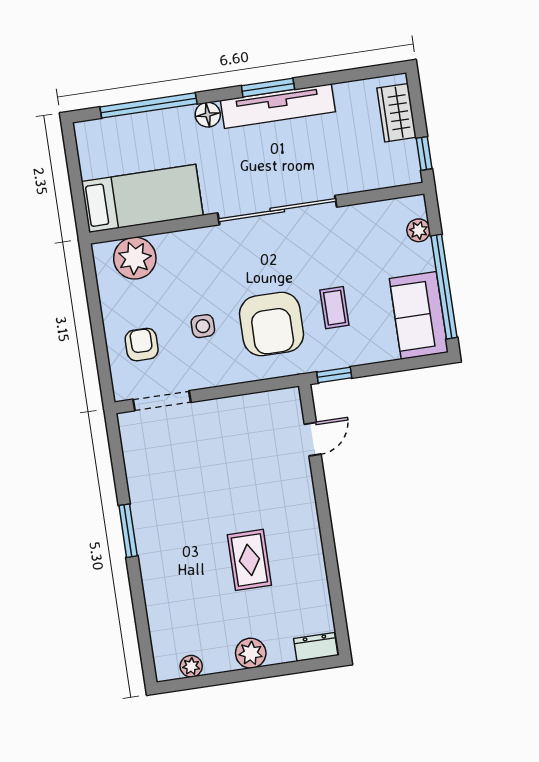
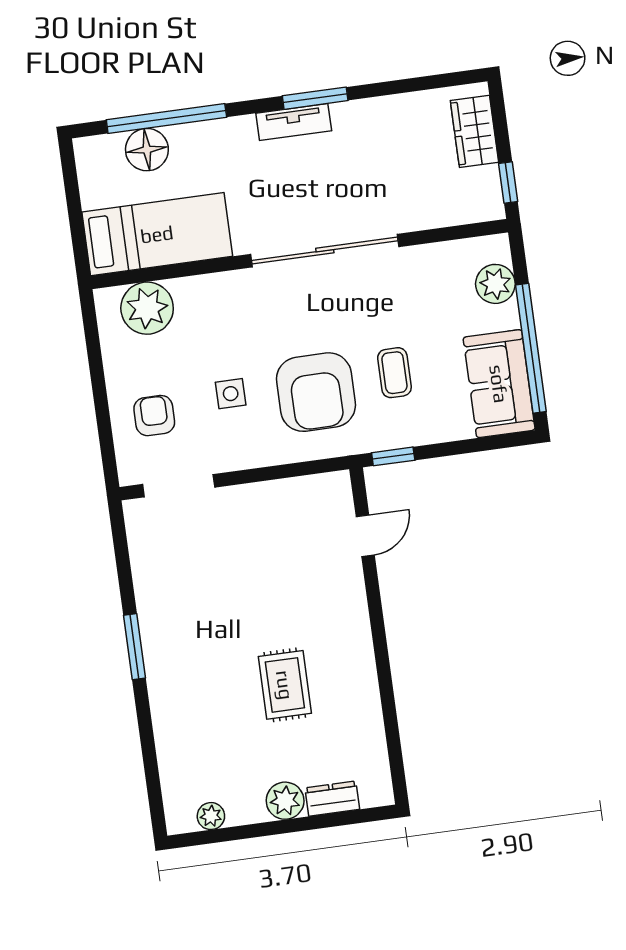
tv unit: (278, 106) -> (294, 122), width x0.52, depth x0.78
floor lamp: (208, 115) -> (147, 150), moved, width x1.38, depth x1.38
plant: (418, 230) -> (495, 284), width x1.38, depth x1.38
dresser: (316, 647) -> (332, 799), moved

